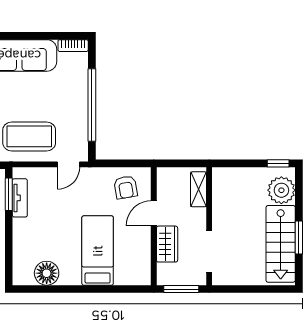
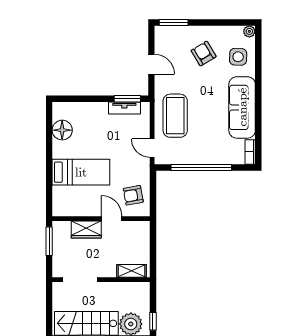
shelving: (199, 189) -> (132, 271), moved
wall: (209, 226) -> (101, 280), moved
doorway: (209, 252) -> (80, 280), moved

